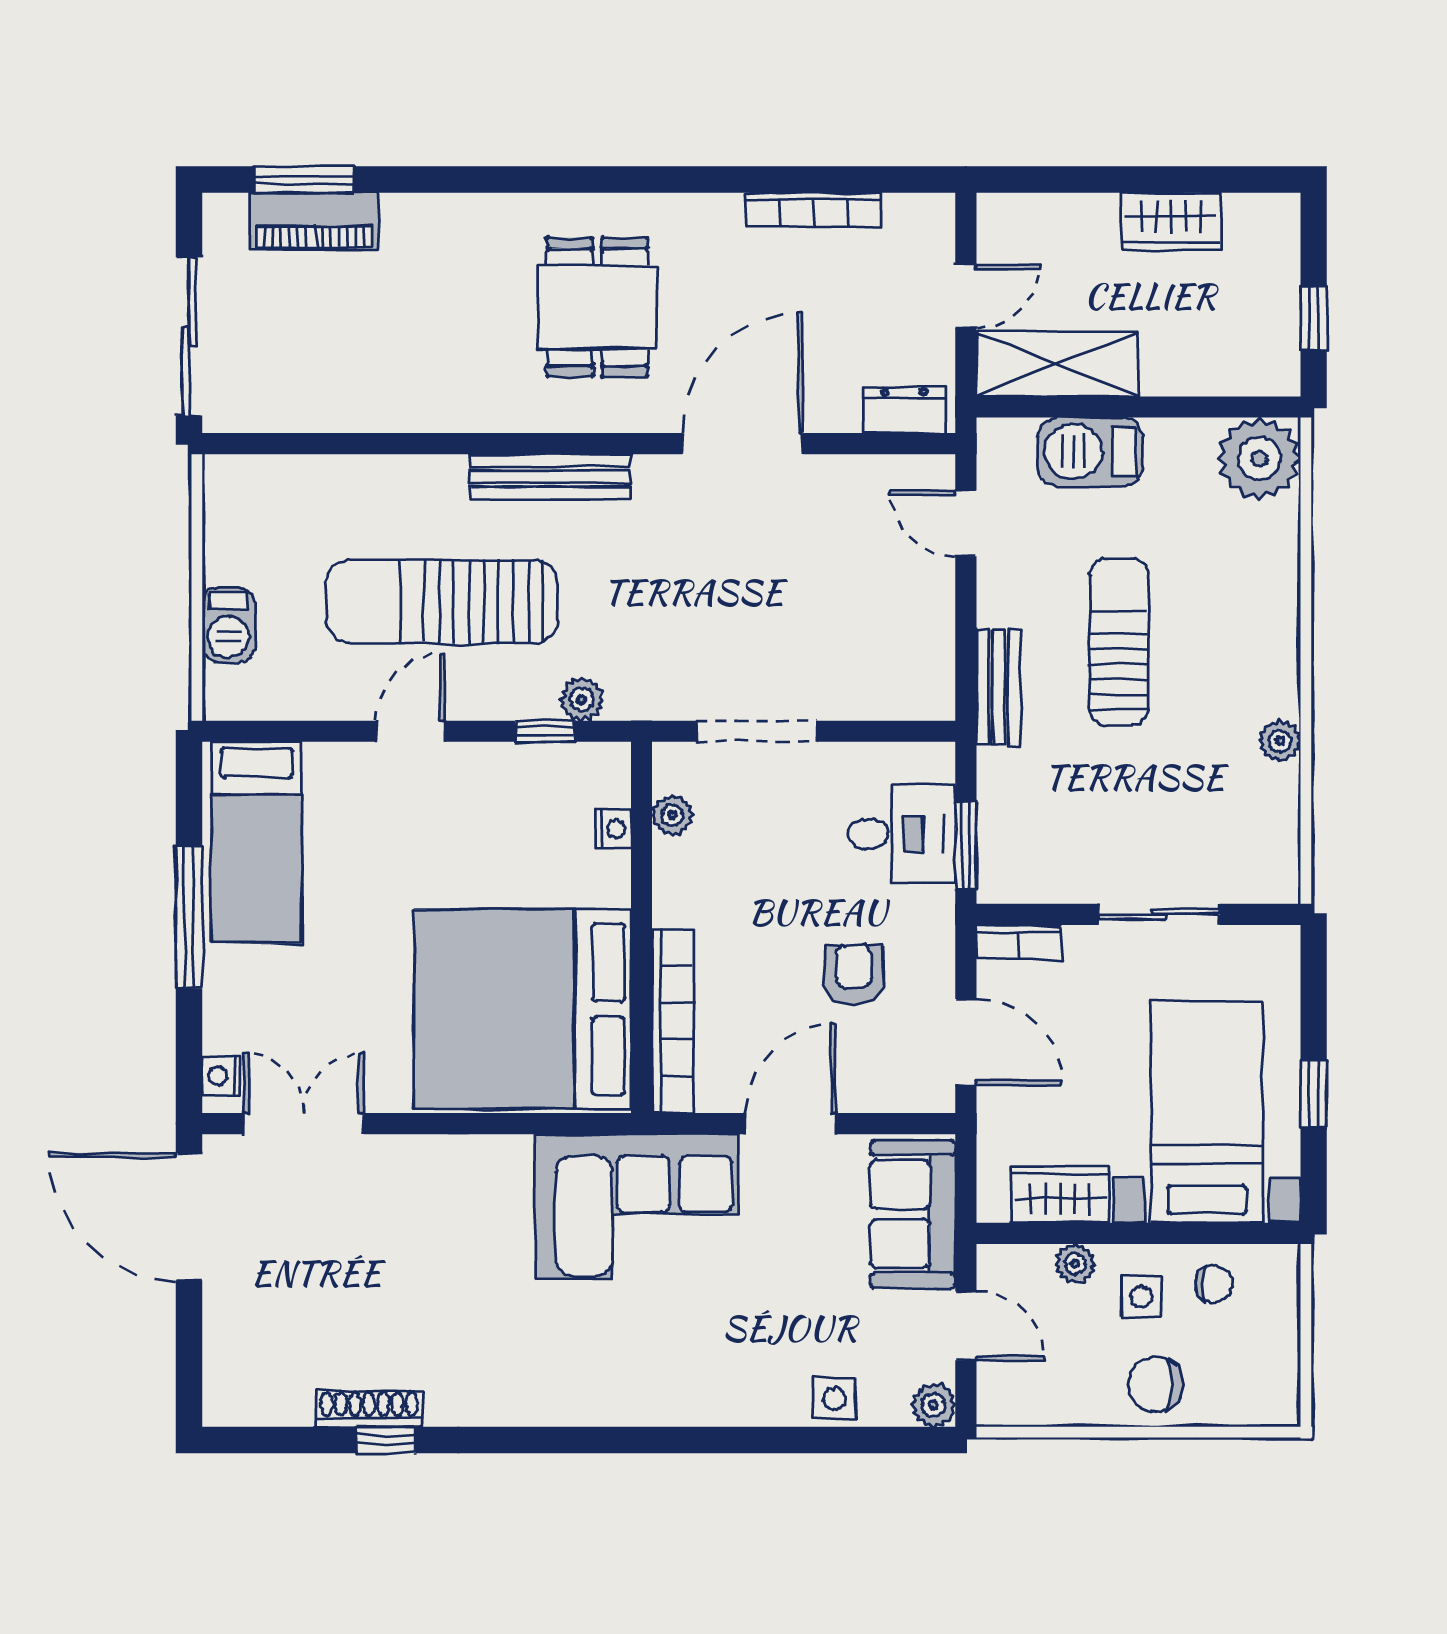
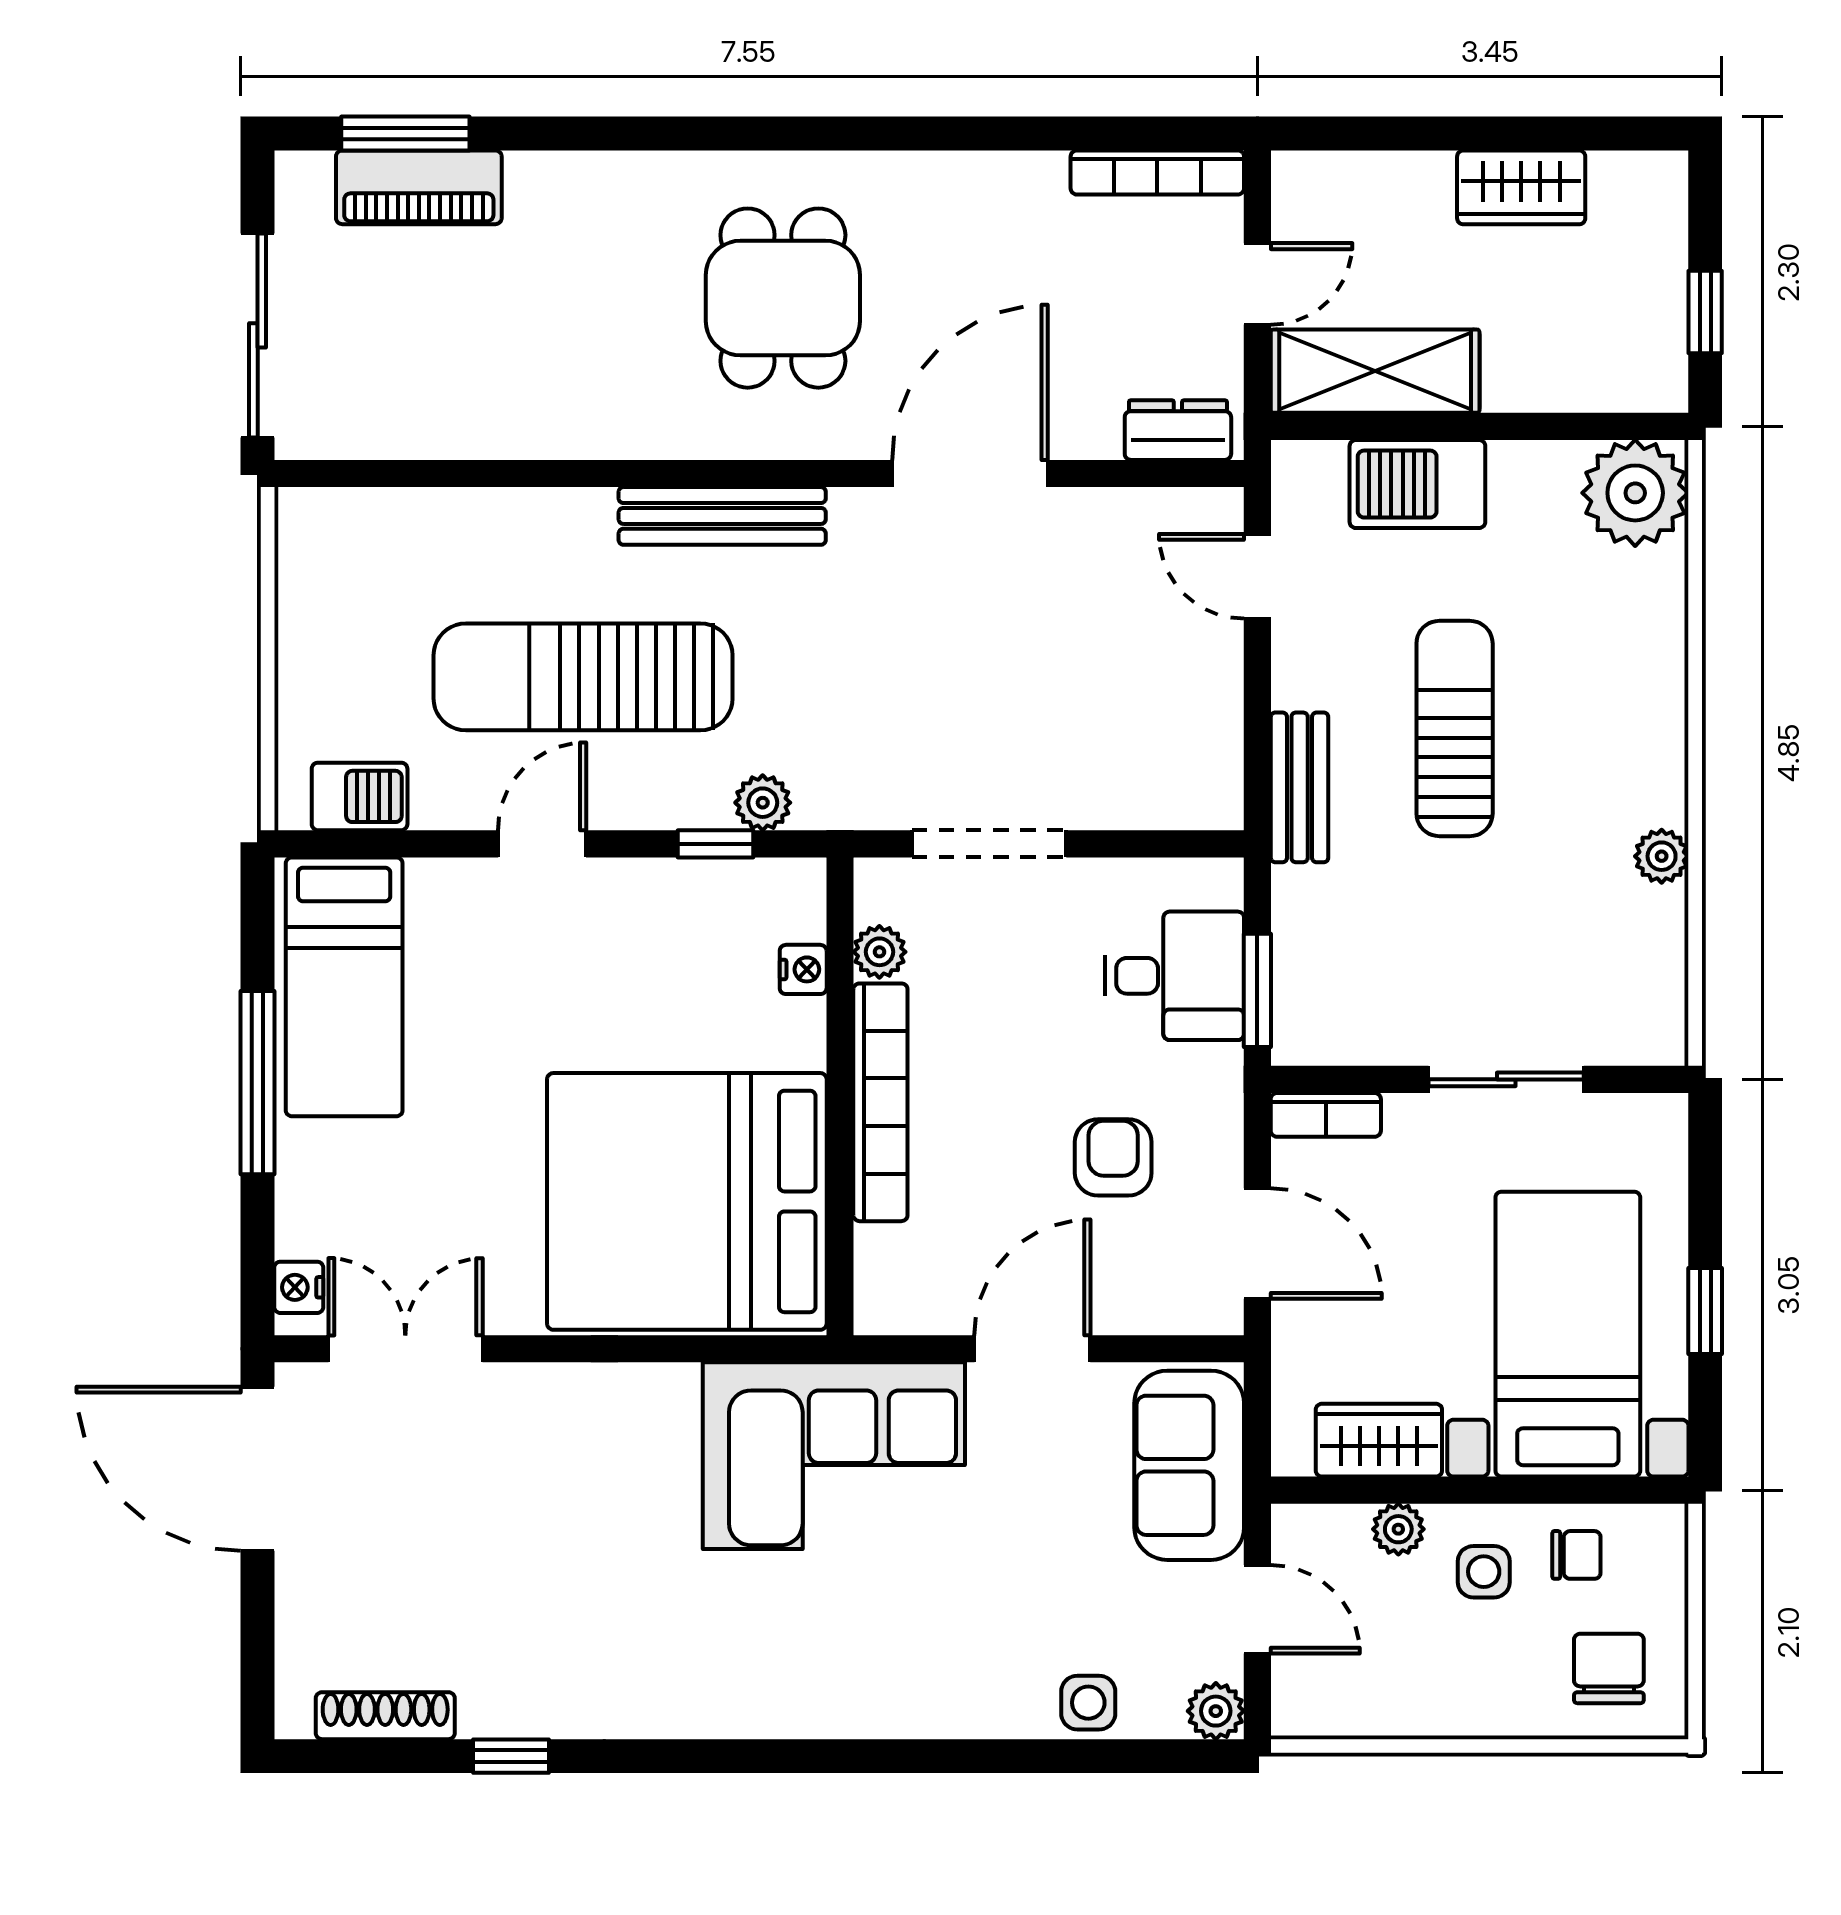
bookcase: (814, 210) -> (1157, 172), moved
barbecue: (228, 625) -> (360, 796), moved, turned -90
bookcase: (673, 1021) -> (880, 1102), moved
chair: (1155, 1385) -> (1609, 1668), moved, turned 90
shoe rack: (369, 1409) -> (385, 1716), moved

